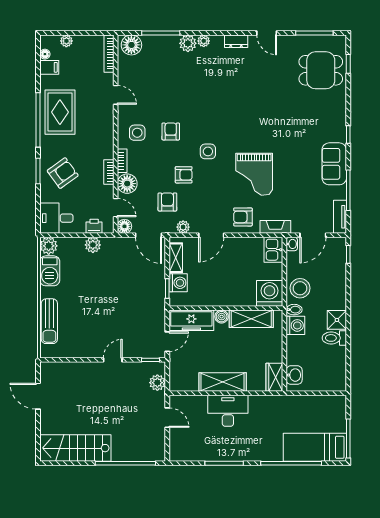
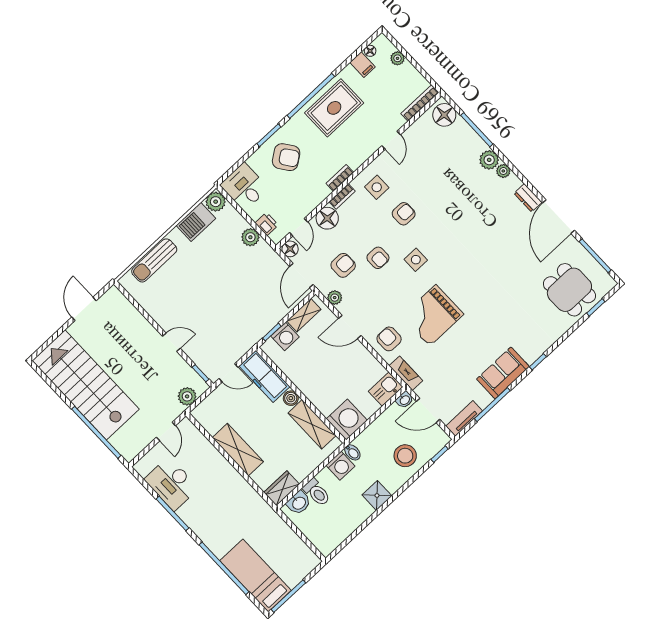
door: (267, 33) -> (558, 217), width x1.87
bookcase: (109, 172) -> (340, 178), moved
stool: (300, 288) -> (405, 456), moved
toilet: (334, 338) -> (317, 492), moved, turned 180
desk: (228, 411) -> (171, 484), moved, turned 180
stairs: (75, 448) -> (86, 385), width x1.36, depth x1.51

